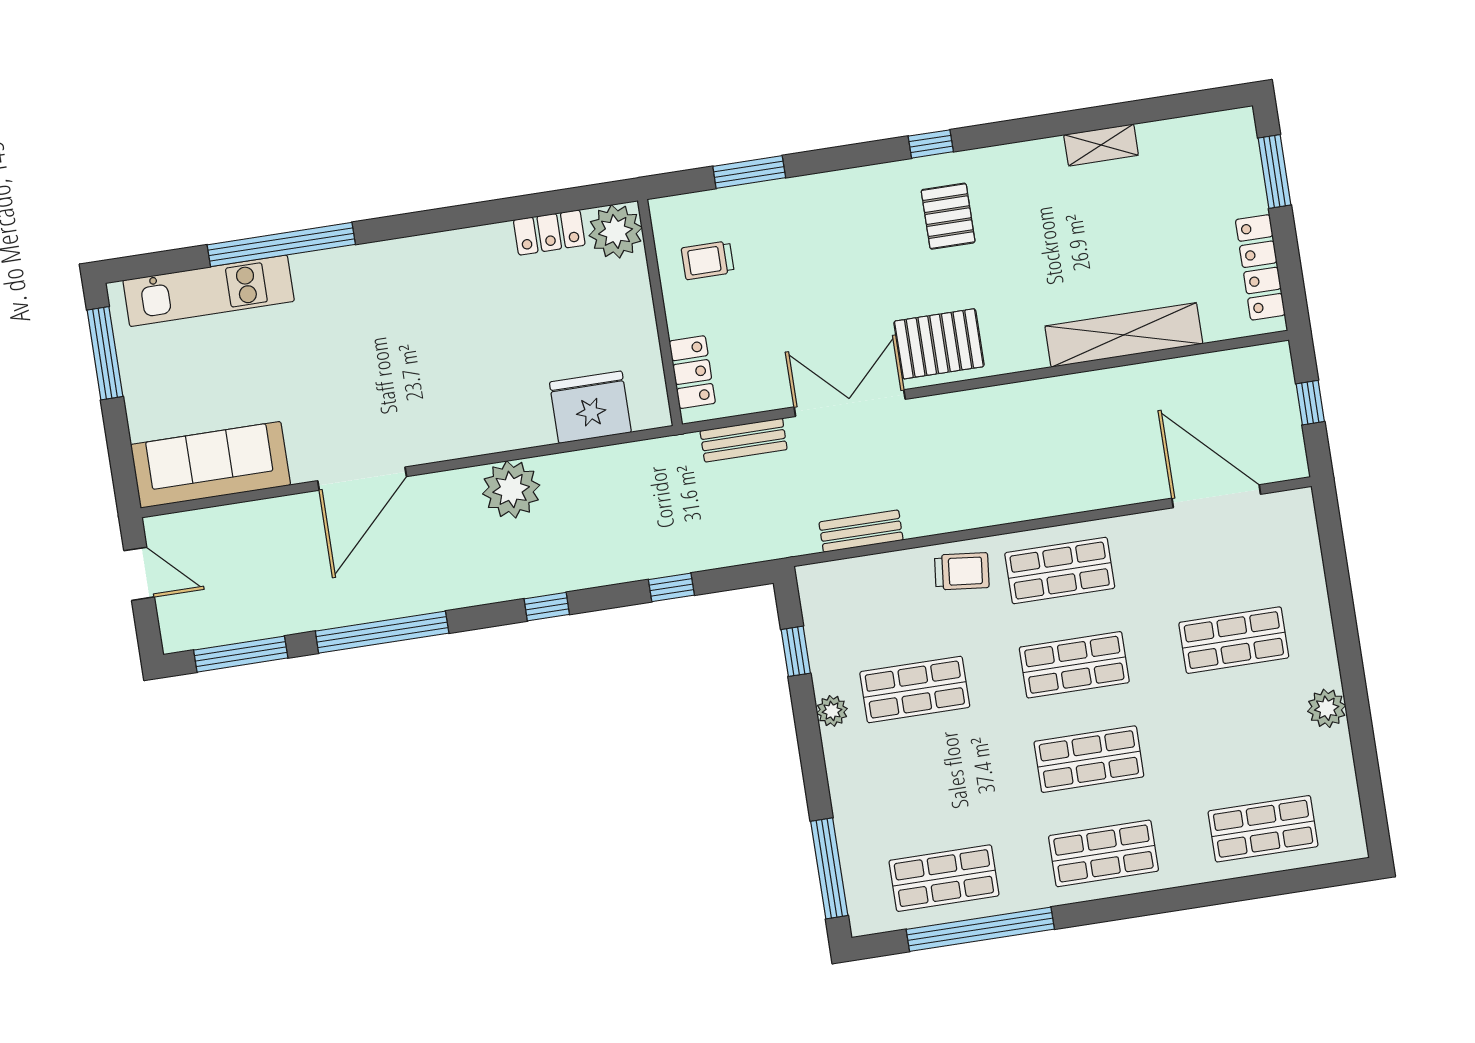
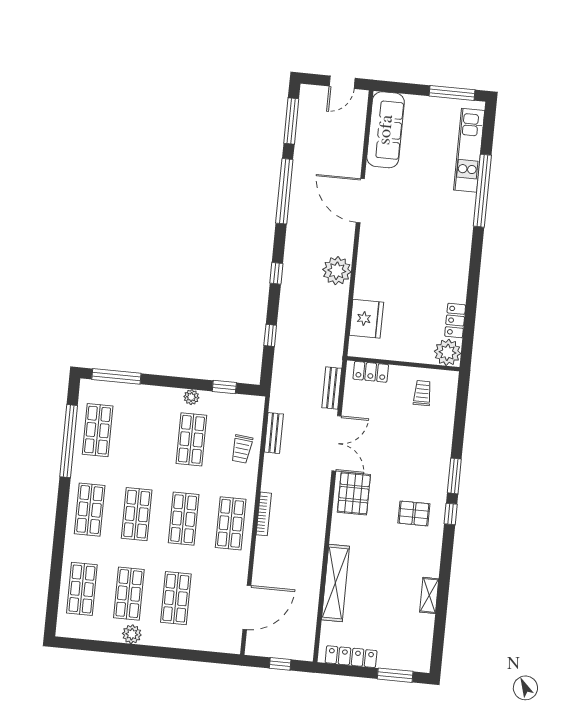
window: (749, 172) -> (454, 476), moved
bookcase: (1025, 510) -> (264, 514), added
trolley: (962, 571) -> (242, 449), moved
shop shelf: (1248, 734) -> (129, 594), added

